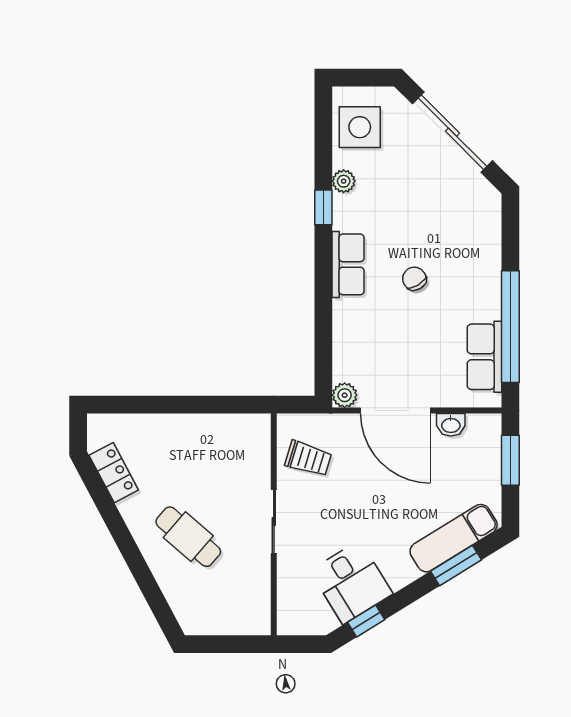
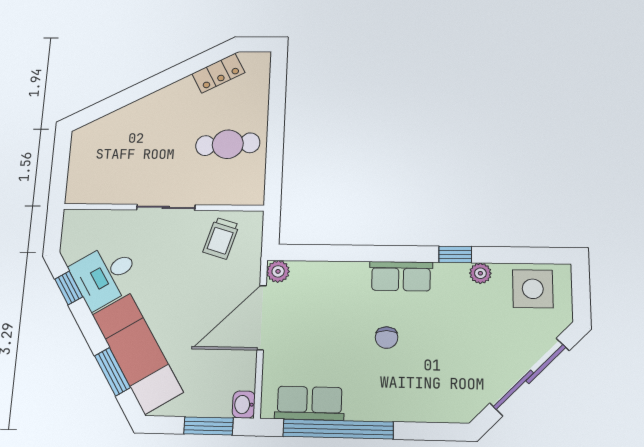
chair: (414, 279) -> (387, 338), turned 121
washbasin: (451, 425) -> (244, 405), moved
cafe table: (188, 537) -> (228, 144), moved, turned 45
exam couch: (454, 538) -> (137, 353), width x1.36, depth x1.45

